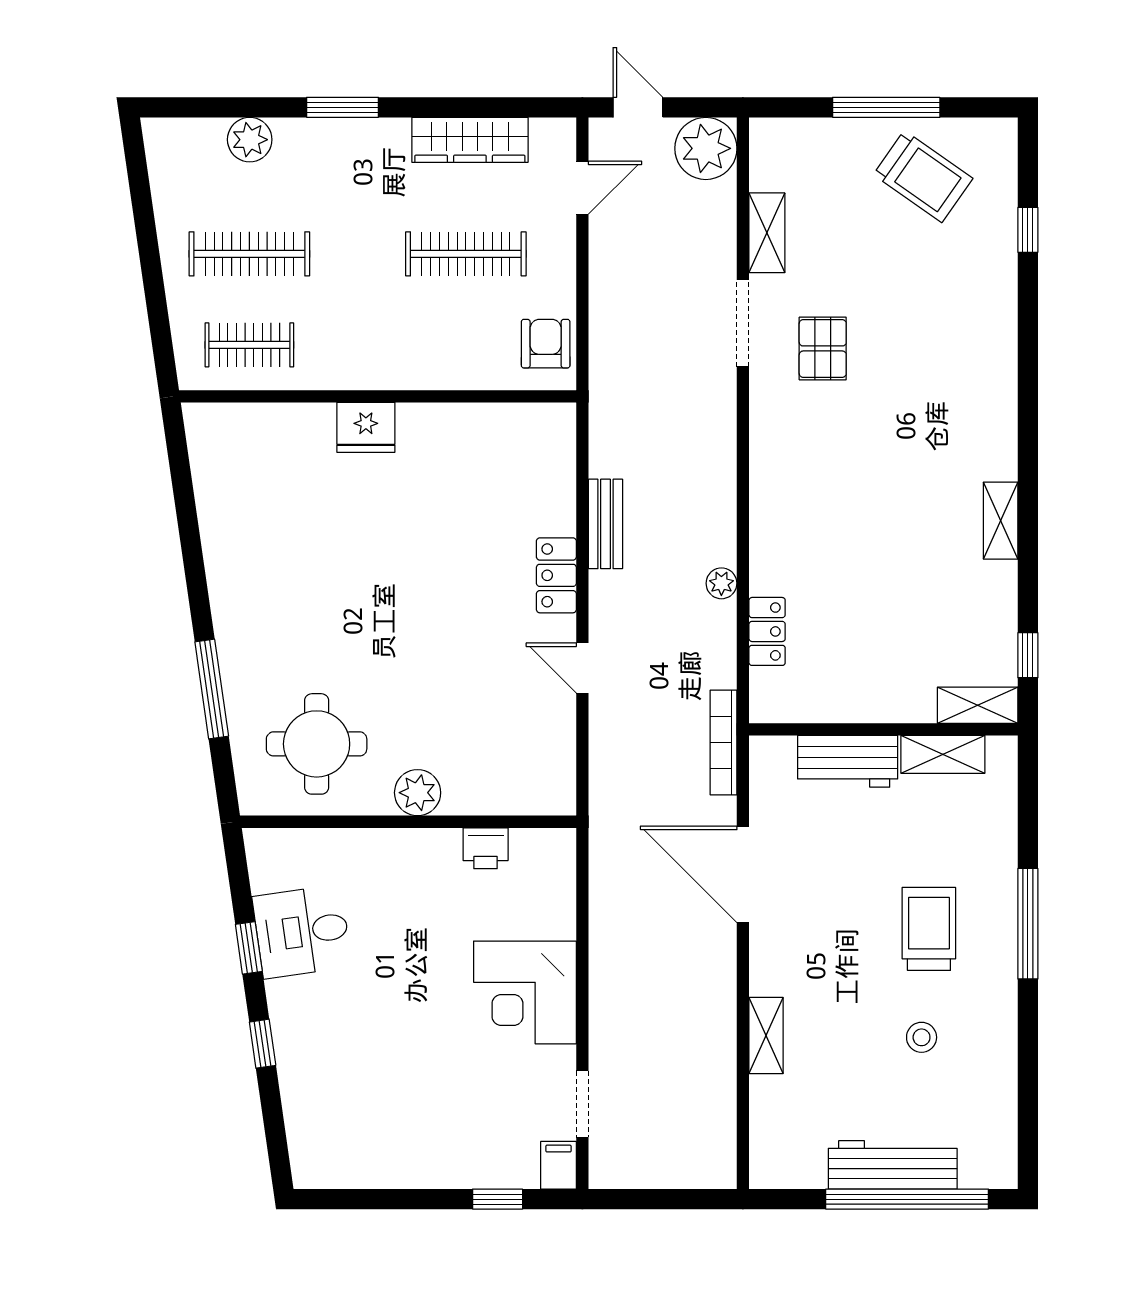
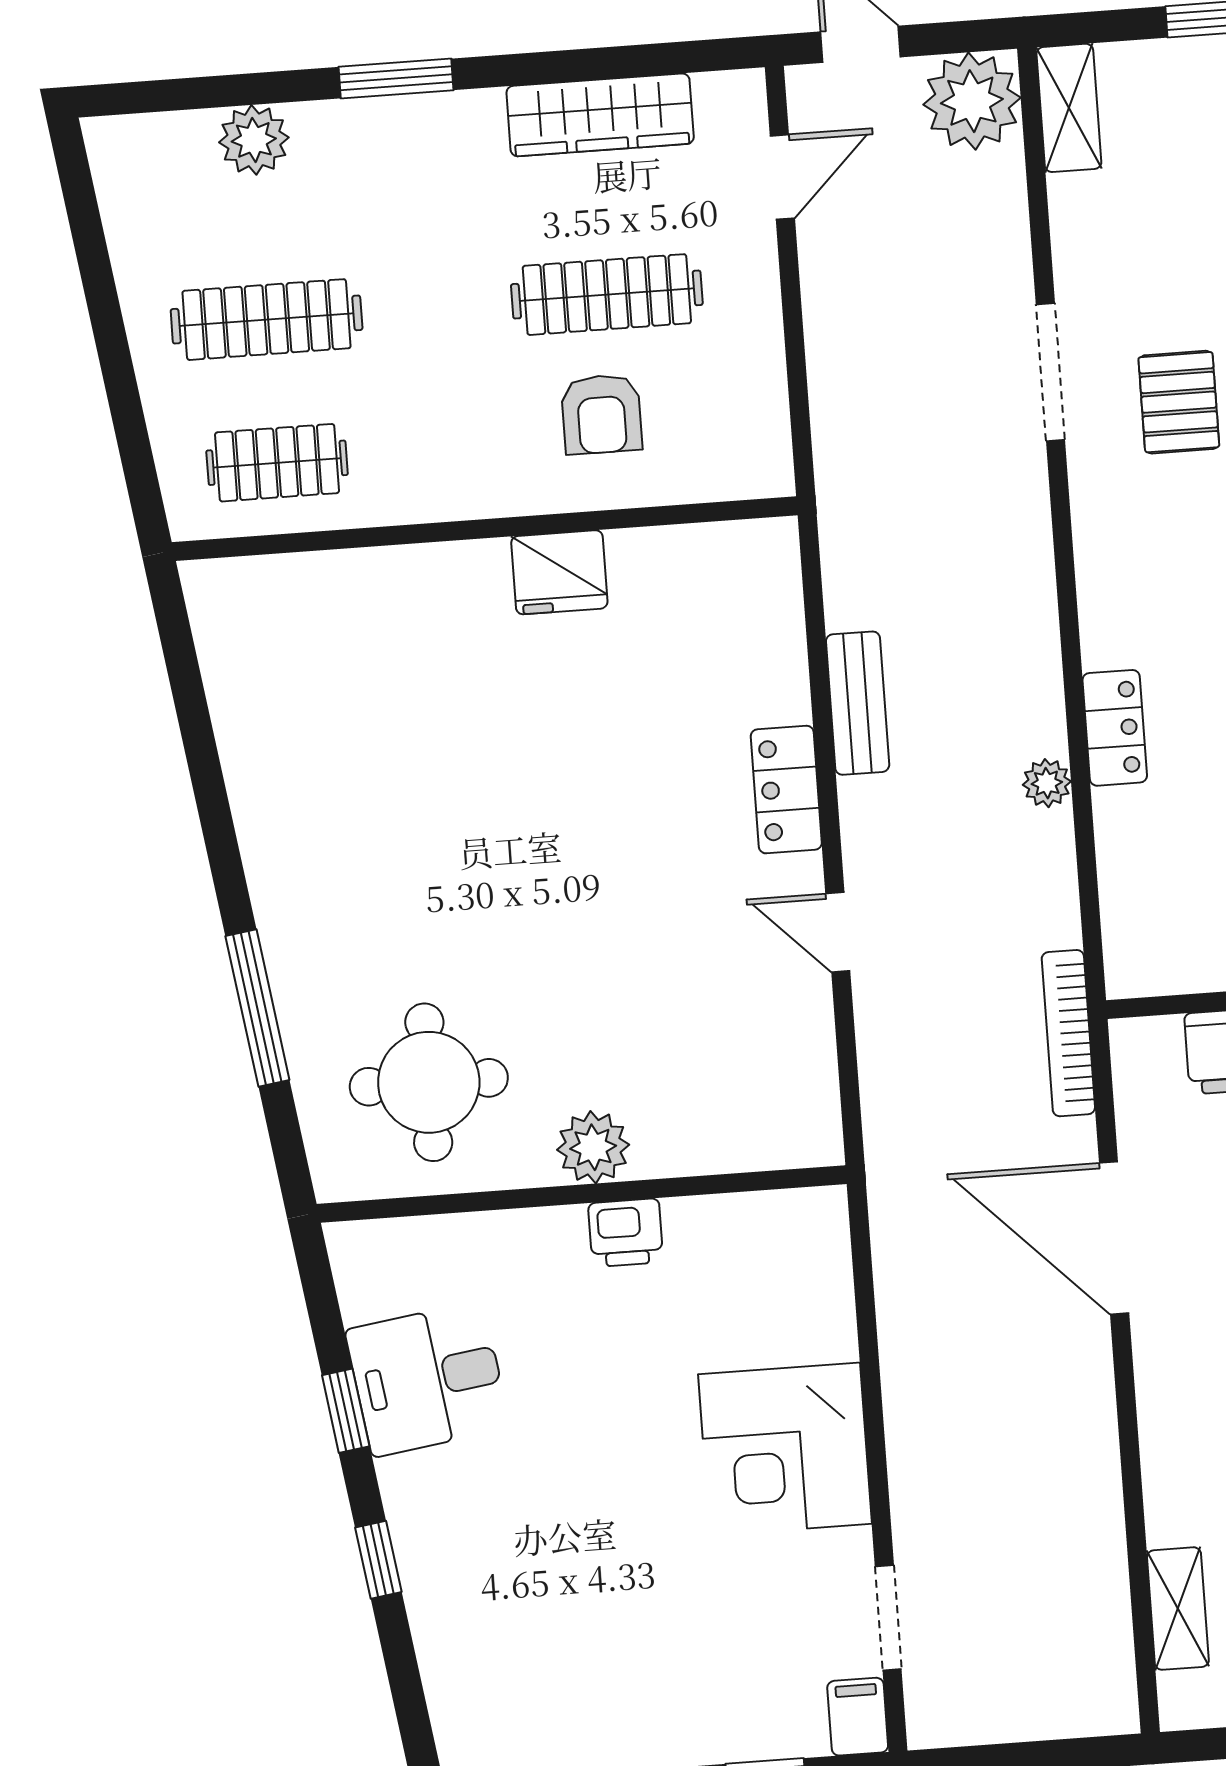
shelving: (767, 233) -> (1069, 108), moved
armchair: (546, 344) -> (601, 414), moved, turned 180
fridge: (366, 427) -> (559, 572), moved
locker: (767, 631) -> (1115, 728), moved
printer: (486, 848) -> (626, 1233), moved
shelving: (766, 1035) -> (1178, 1609), moved

